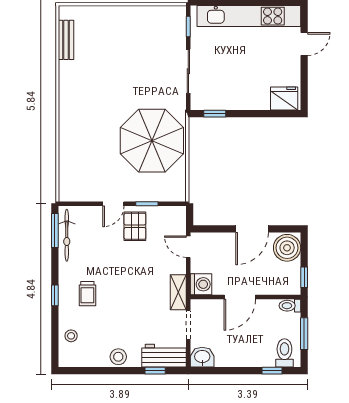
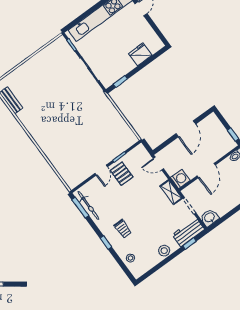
fridge: (284, 99) -> (140, 54), moved
parasol: (152, 141) -> (97, 121), removed
boiler: (287, 248) -> (212, 125), removed

